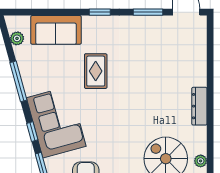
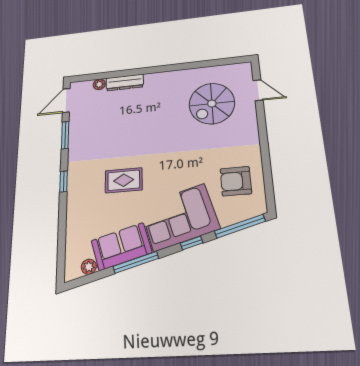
sofa: (56, 30) -> (121, 247), moved, turned -105
dresser: (199, 106) -> (125, 82), moved
plant: (201, 161) -> (99, 84), moved

